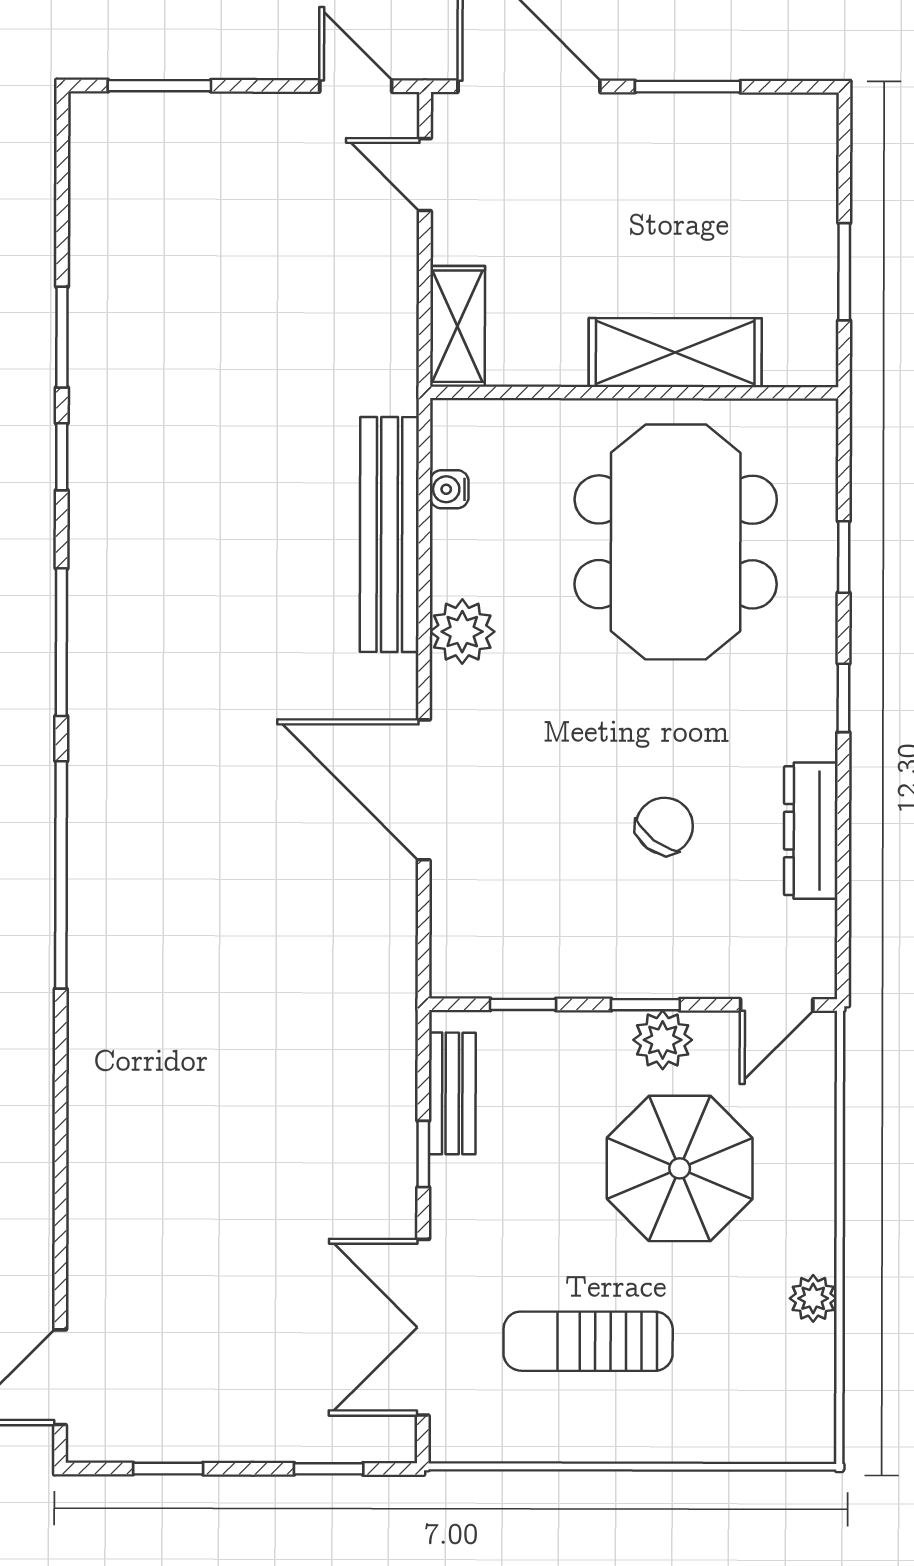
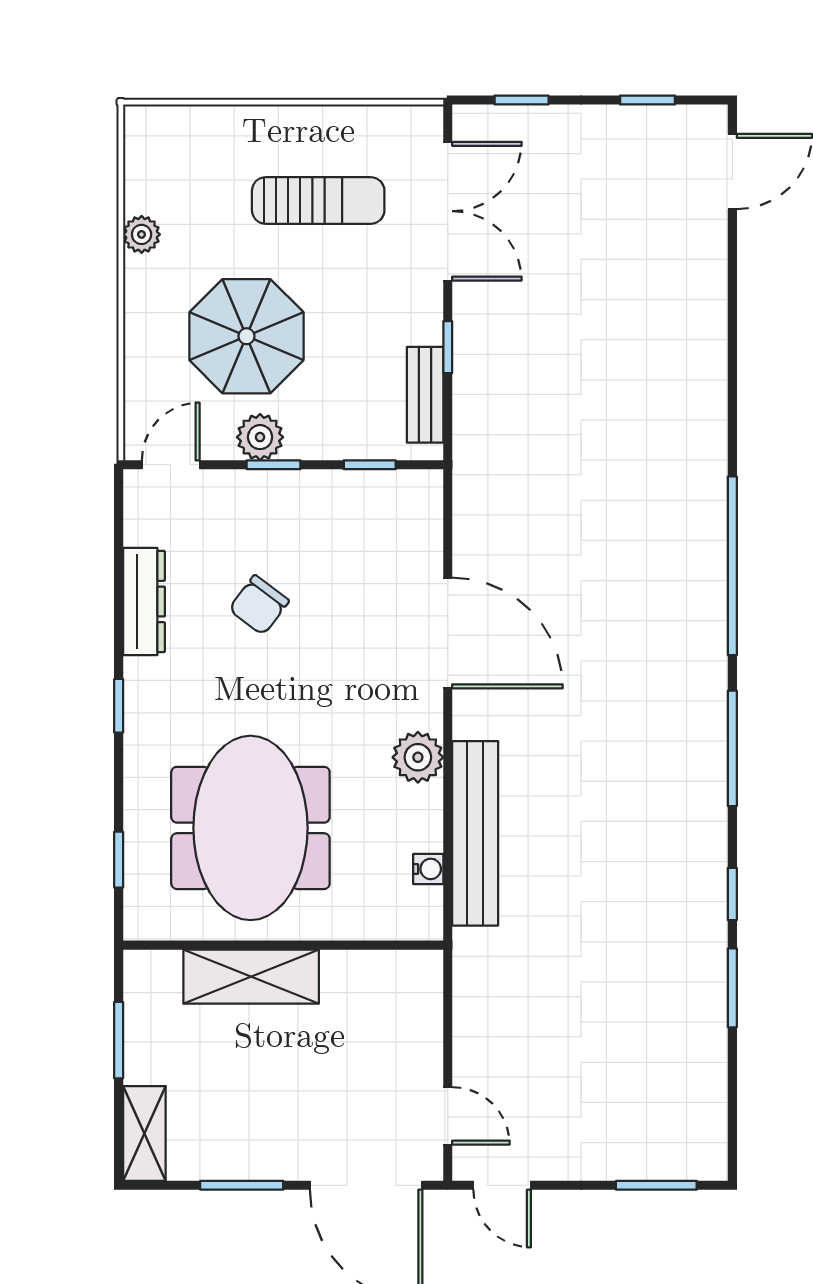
shelving: (458, 326) -> (144, 1133), moved
window: (844, 557) -> (119, 860), moved

